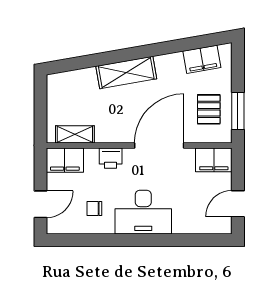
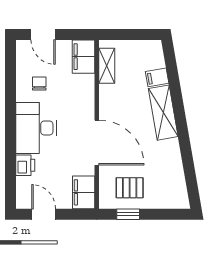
filing cabinet: (202, 59) -> (157, 77), moved, width x0.50
window: (238, 111) -> (128, 214), width x0.67
printer: (111, 158) -> (25, 165), moved, turned 180

